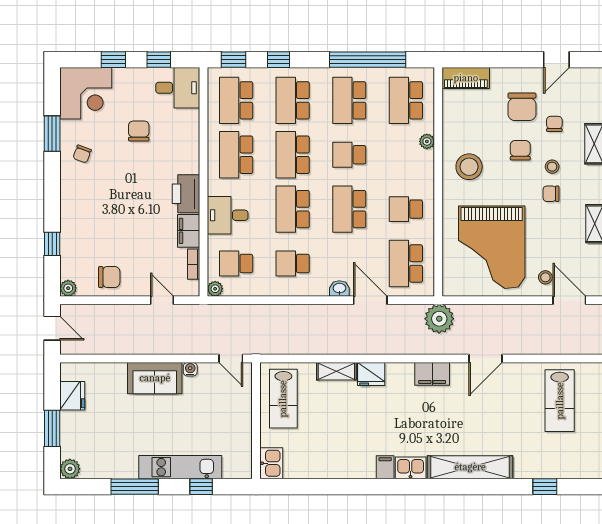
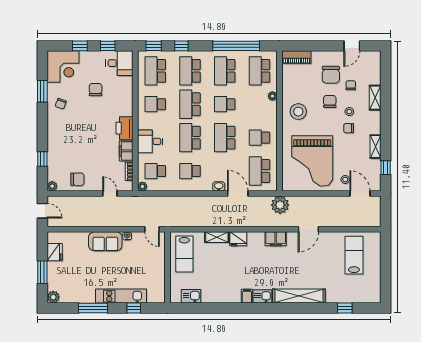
school desk: (236, 155) -> (155, 104), width x0.54
lab bench: (560, 401) -> (354, 255), turned 180
kitchen sink: (271, 463) -> (191, 296), moved, turned -90

